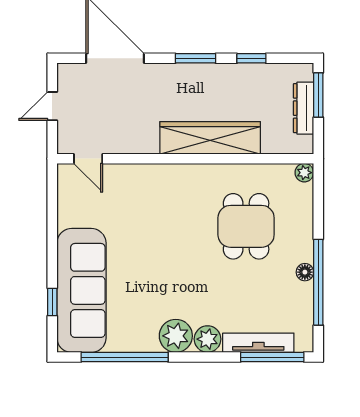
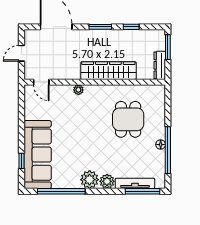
dresser: (303, 108) -> (160, 65), moved
plant: (304, 173) -> (78, 90), moved

